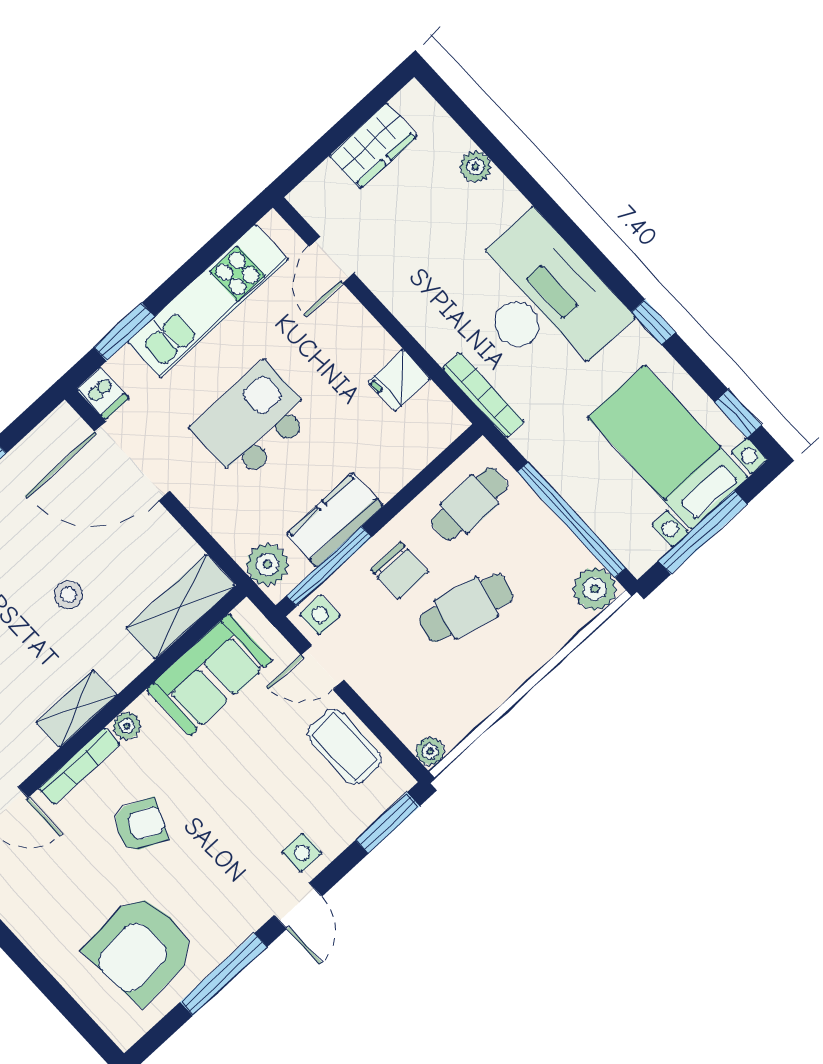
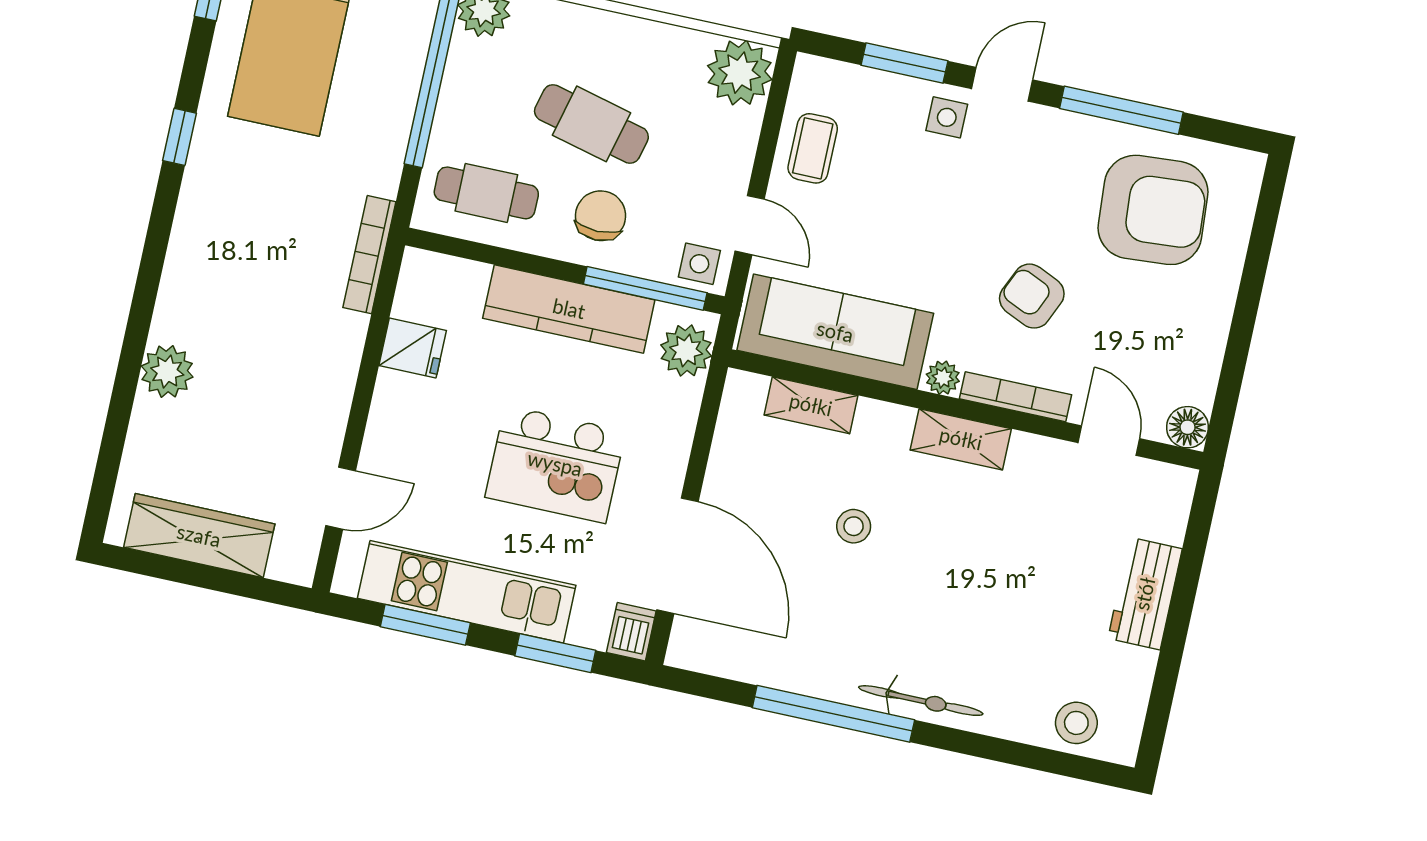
wardrobe: (373, 146) -> (199, 536), width x1.50
plant: (475, 167) -> (167, 372), moved, width x1.38, depth x1.38
window: (205, 257) -> (425, 625), added
desk: (543, 300) -> (234, 261), removed
kitchen counter: (335, 520) -> (569, 309), width x1.50
shelving: (181, 607) -> (811, 405), width x0.67, depth x0.75
sofa: (209, 675) -> (835, 332), width x1.36
coffee table: (345, 747) -> (813, 148), width x0.73, depth x0.77
plant: (430, 751) -> (740, 73), width x1.87, depth x1.87
window: (388, 823) -> (905, 63), moved

